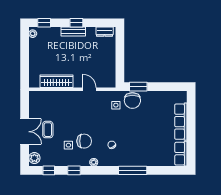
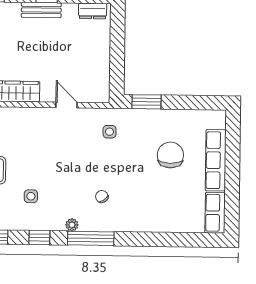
chair: (132, 101) -> (170, 155), moved, turned 180
chair: (84, 141) -> (57, 190), removed
window: (133, 170) -> (91, 238), moved

